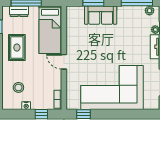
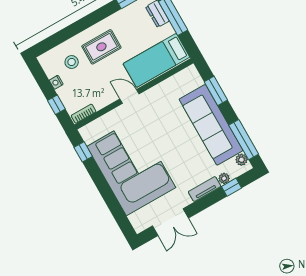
sofa: (101, 15) -> (211, 125), width x1.85, depth x1.27
rug: (17, 48) -> (101, 47), moved
door: (64, 62) -> (129, 96), hinge flipped

